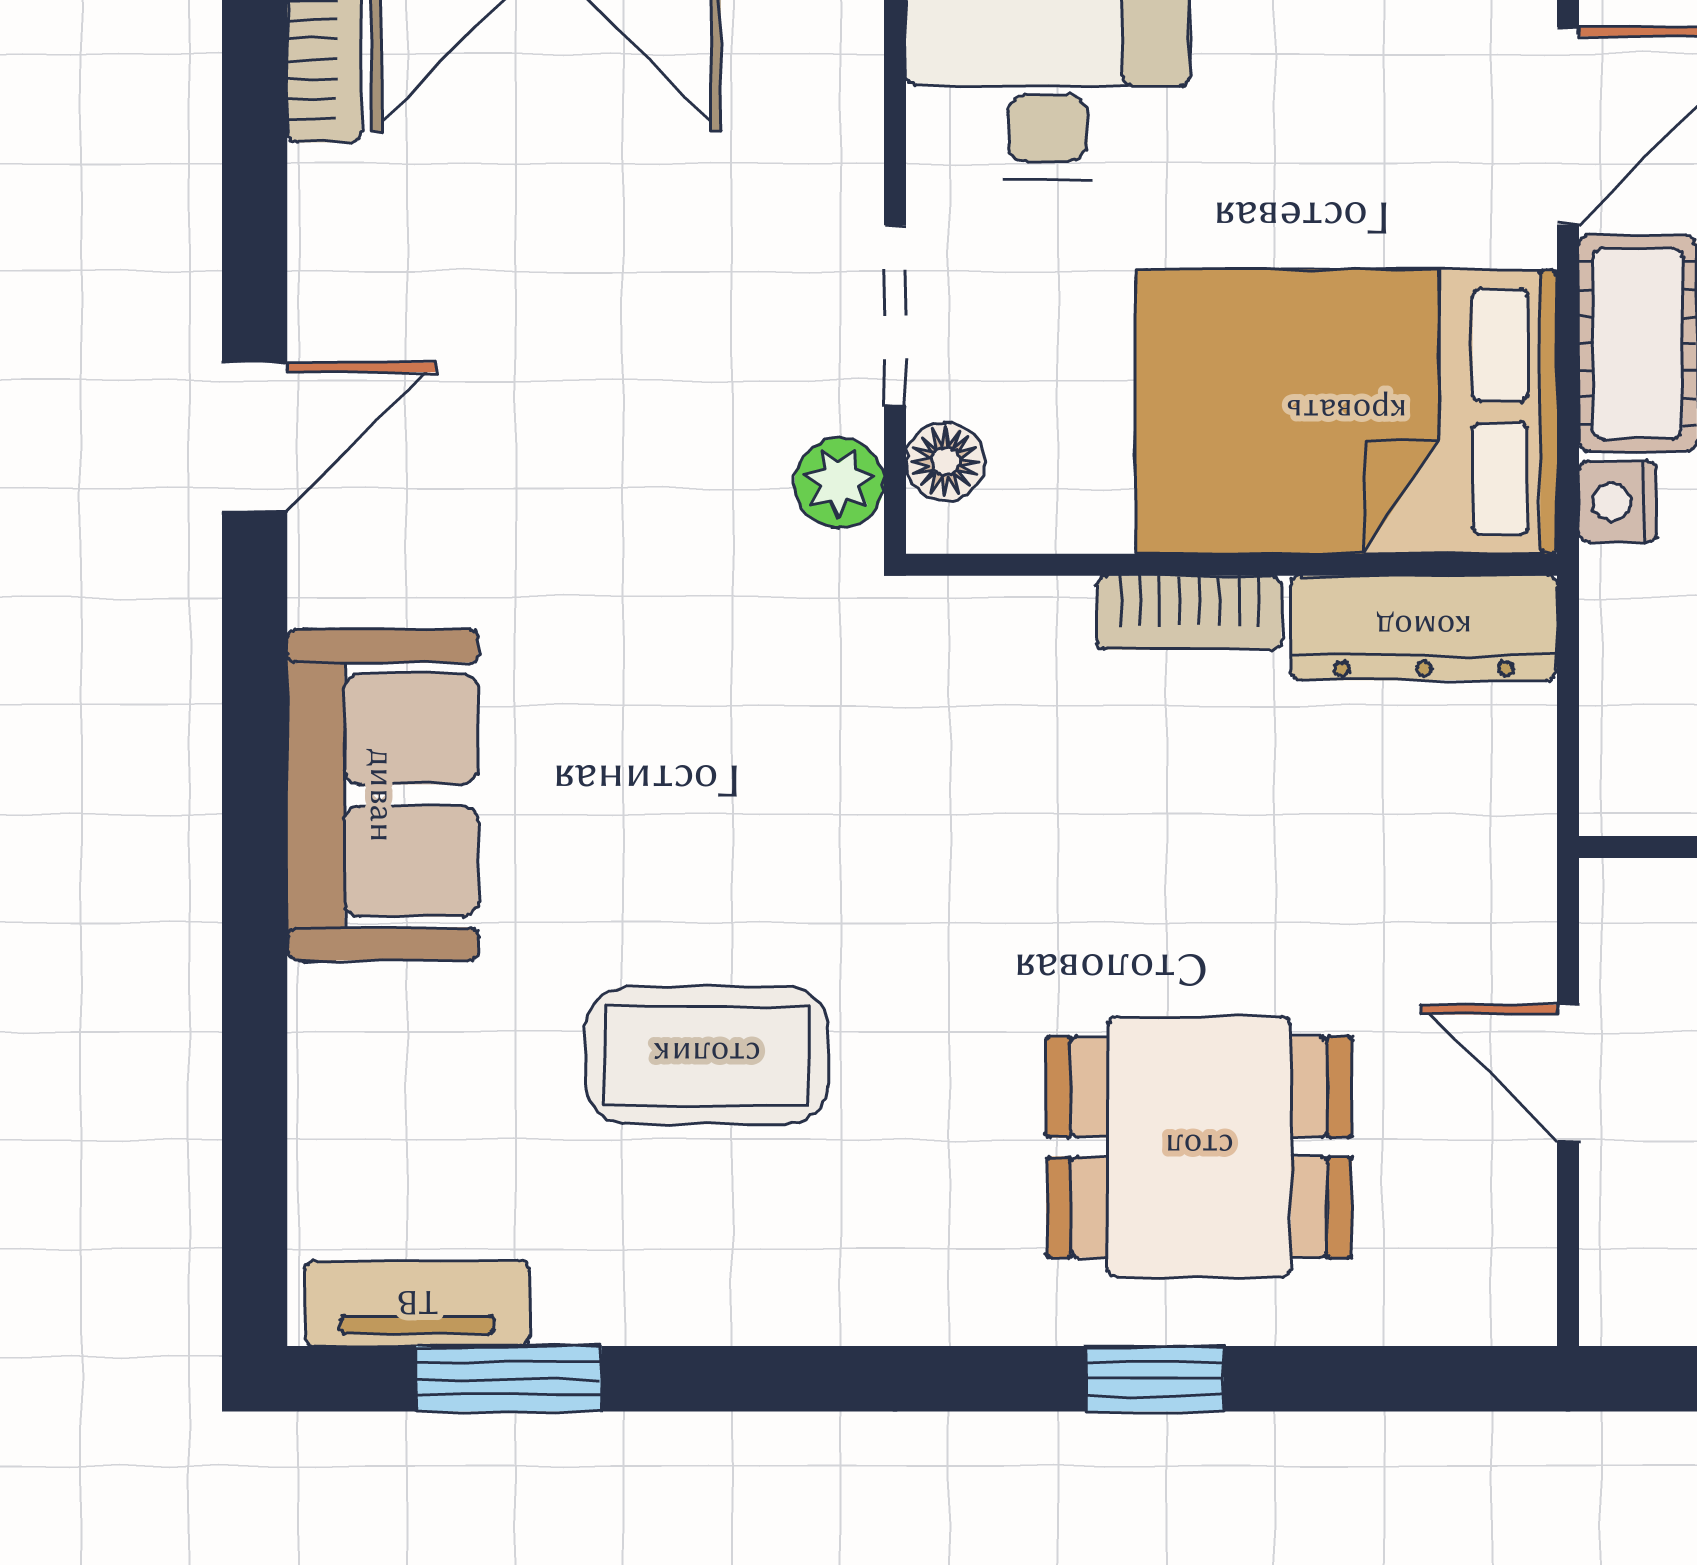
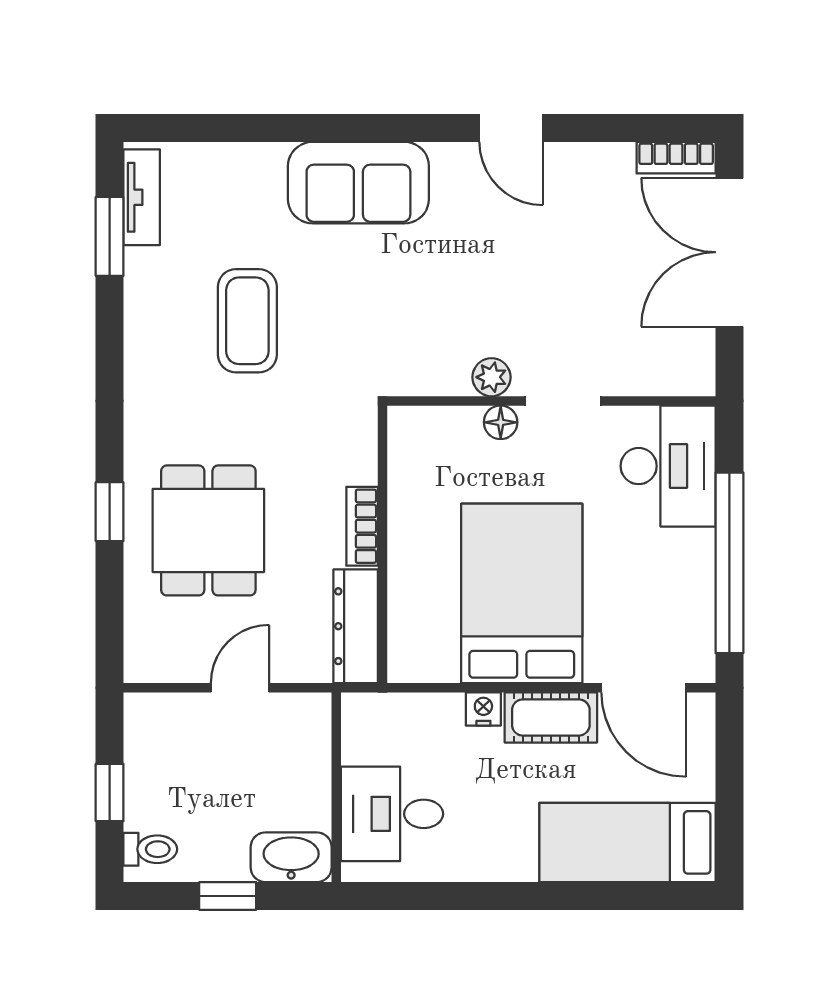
wall: (1232, 565) -> (383, 544), moved
bookcase: (1189, 613) -> (362, 526), moved
dresser: (1424, 628) -> (356, 626), moved

